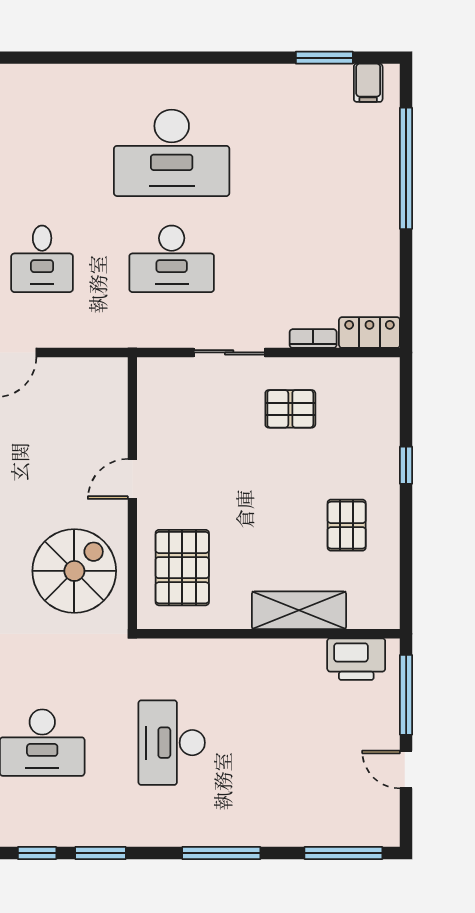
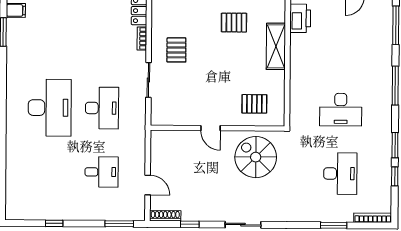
pallet: (182, 568) -> (254, 104), width x0.67, depth x0.71

